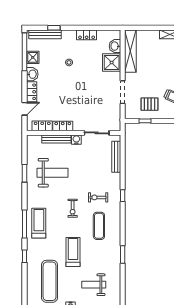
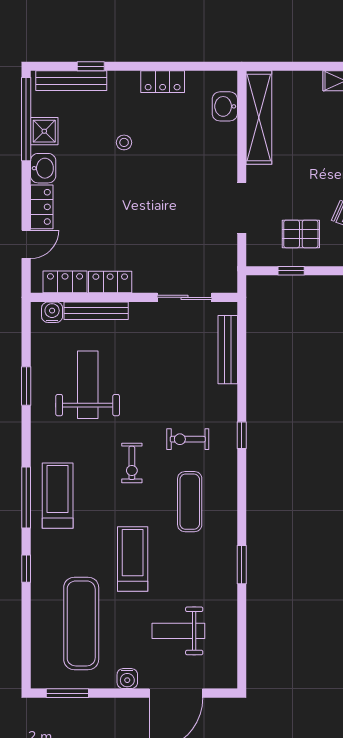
shower: (112, 62) -> (218, 143), removed
water cooler: (76, 140) -> (52, 312), moved
weight bench: (52, 173) -> (88, 385), turned -90

